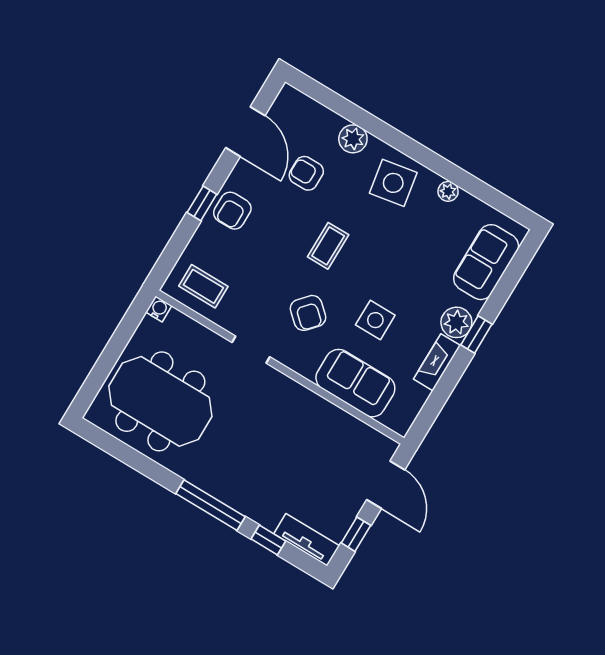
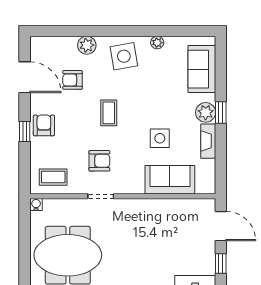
armchair: (232, 211) -> (44, 125), turned 180
armchair: (308, 313) -> (99, 161), moved, turned -42

